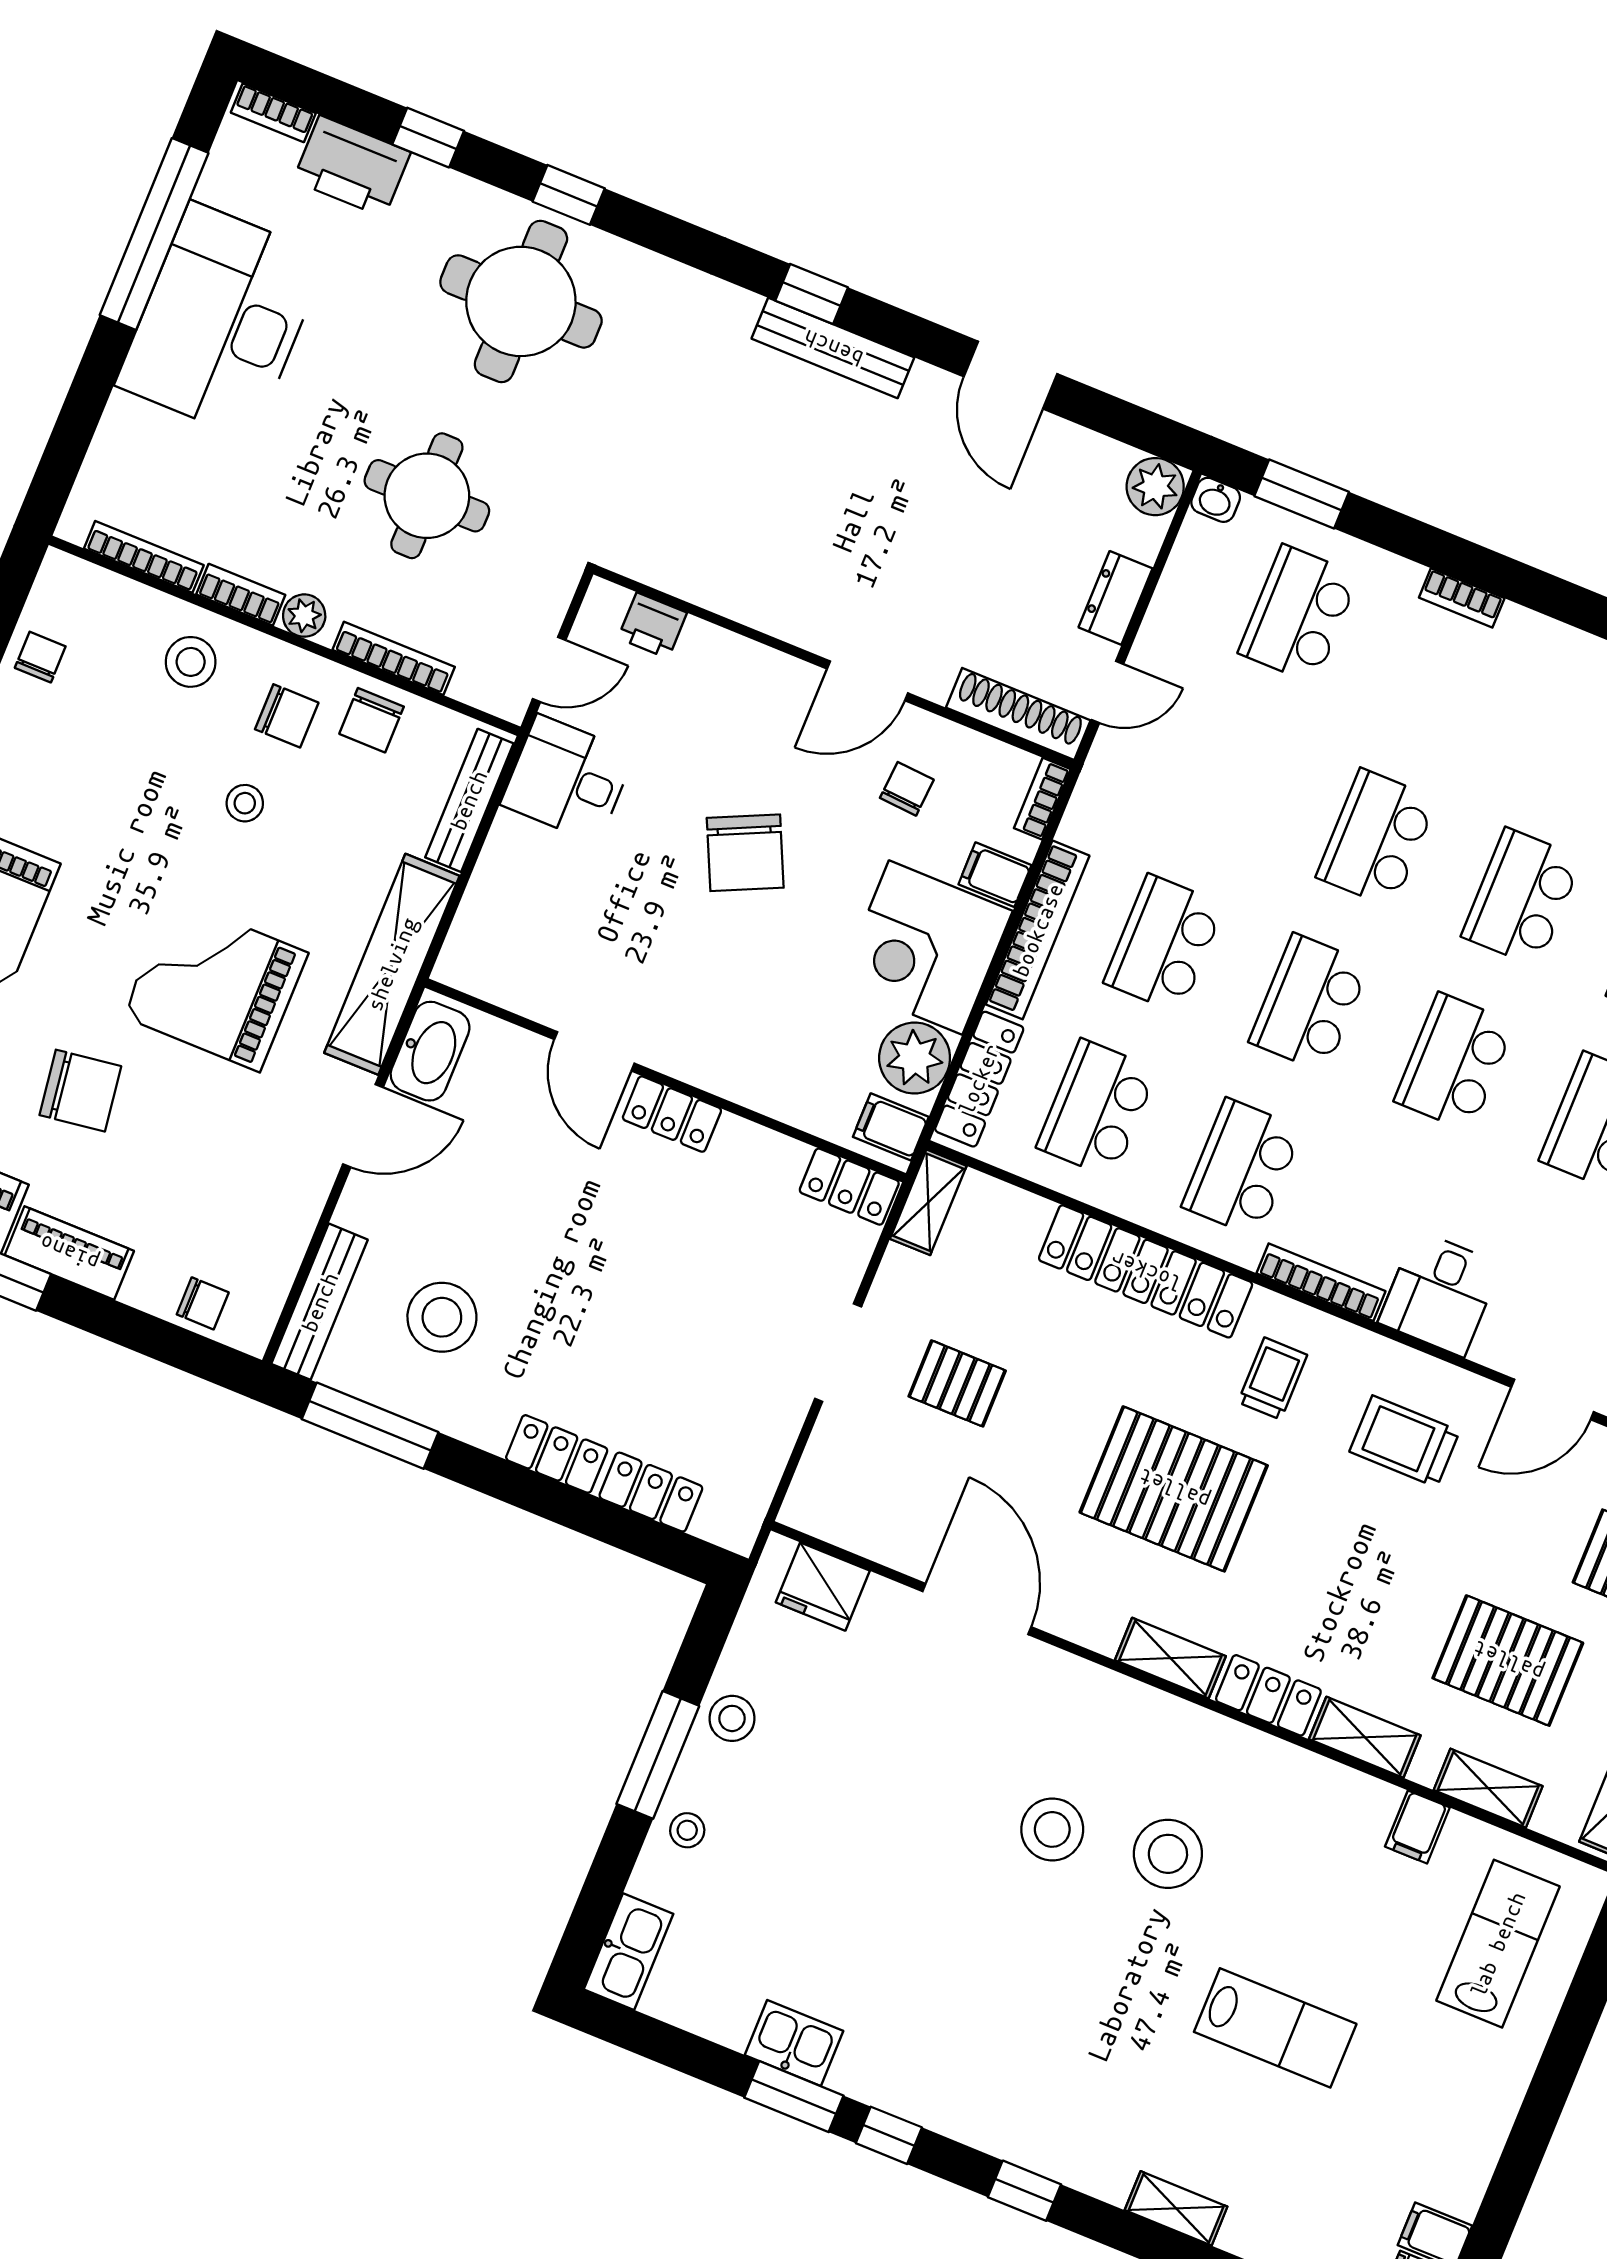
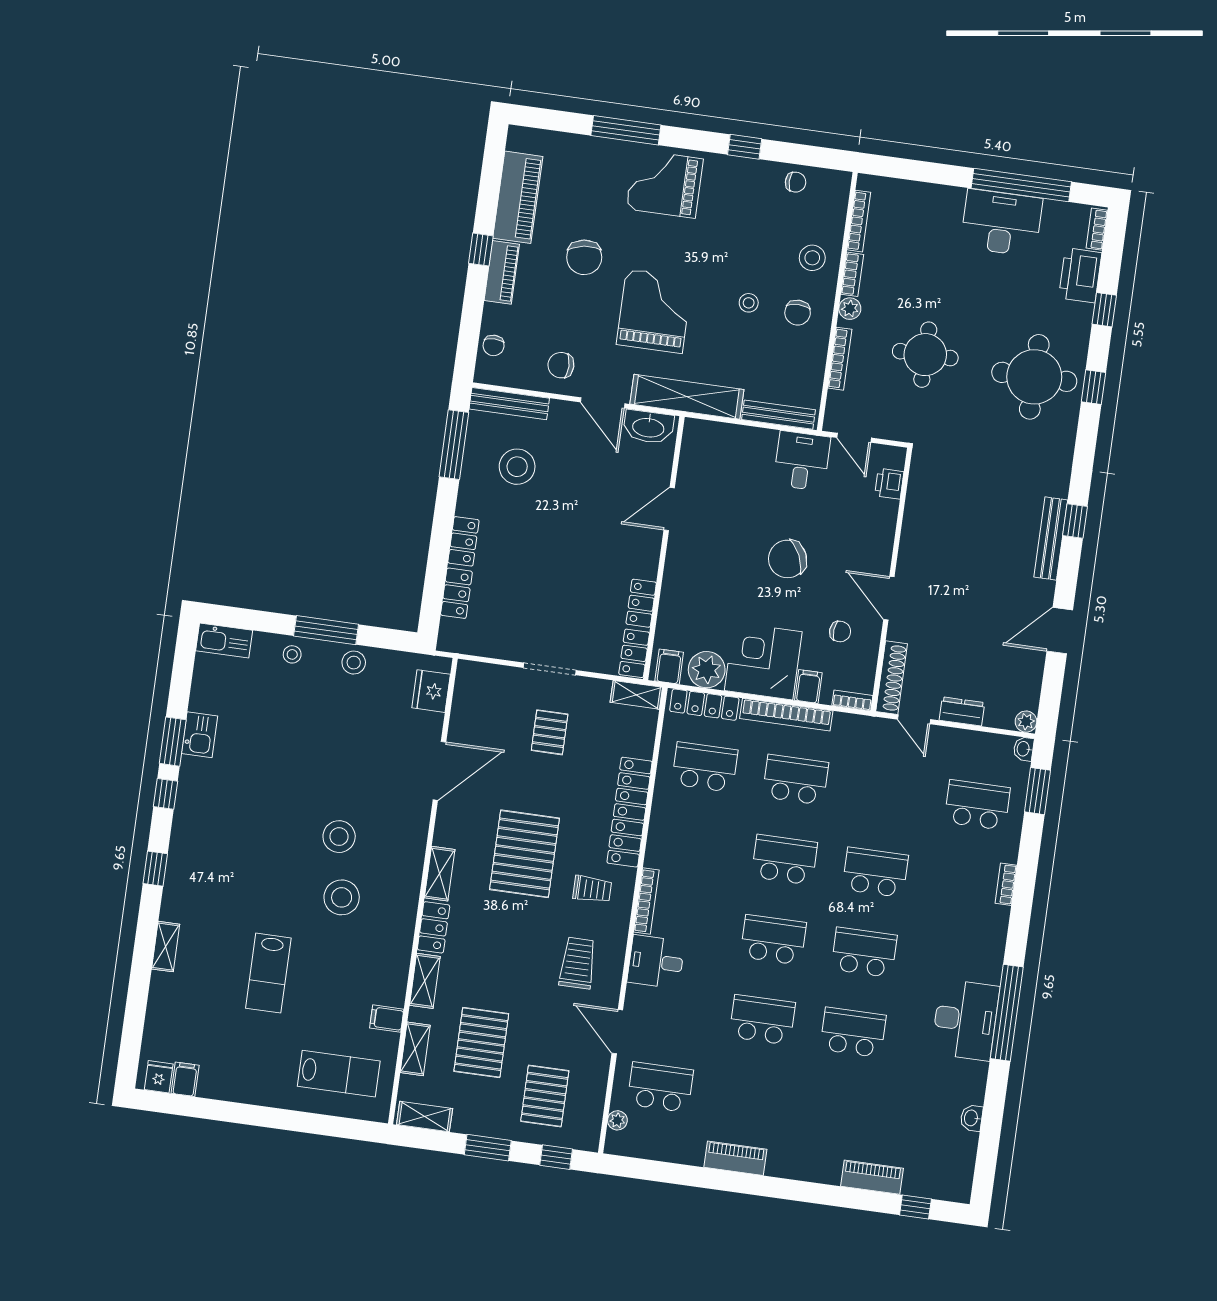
desk: (221, 321) -> (1001, 223), width x0.73, depth x0.77
plant: (1155, 487) -> (1026, 722), width x0.73, depth x0.73
chair: (372, 720) -> (561, 365), moved
locker: (672, 1114) -> (641, 603), moved
school desk: (1242, 1168) -> (694, 847), removed

